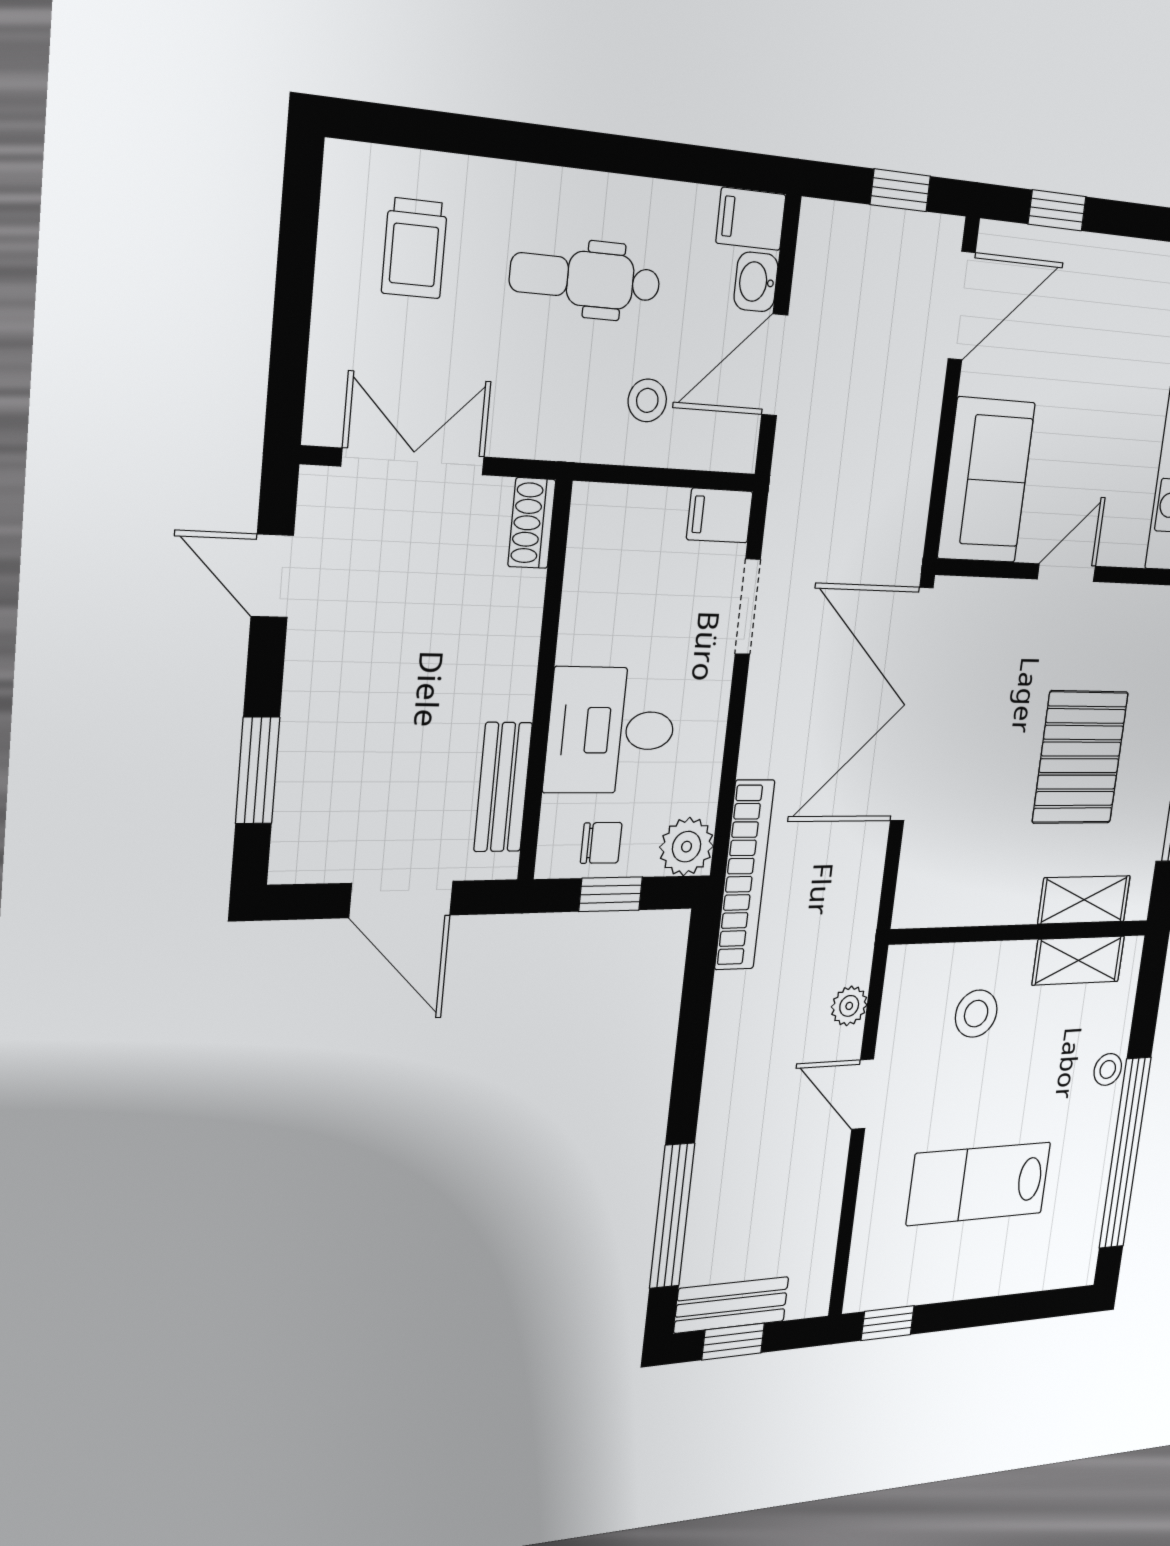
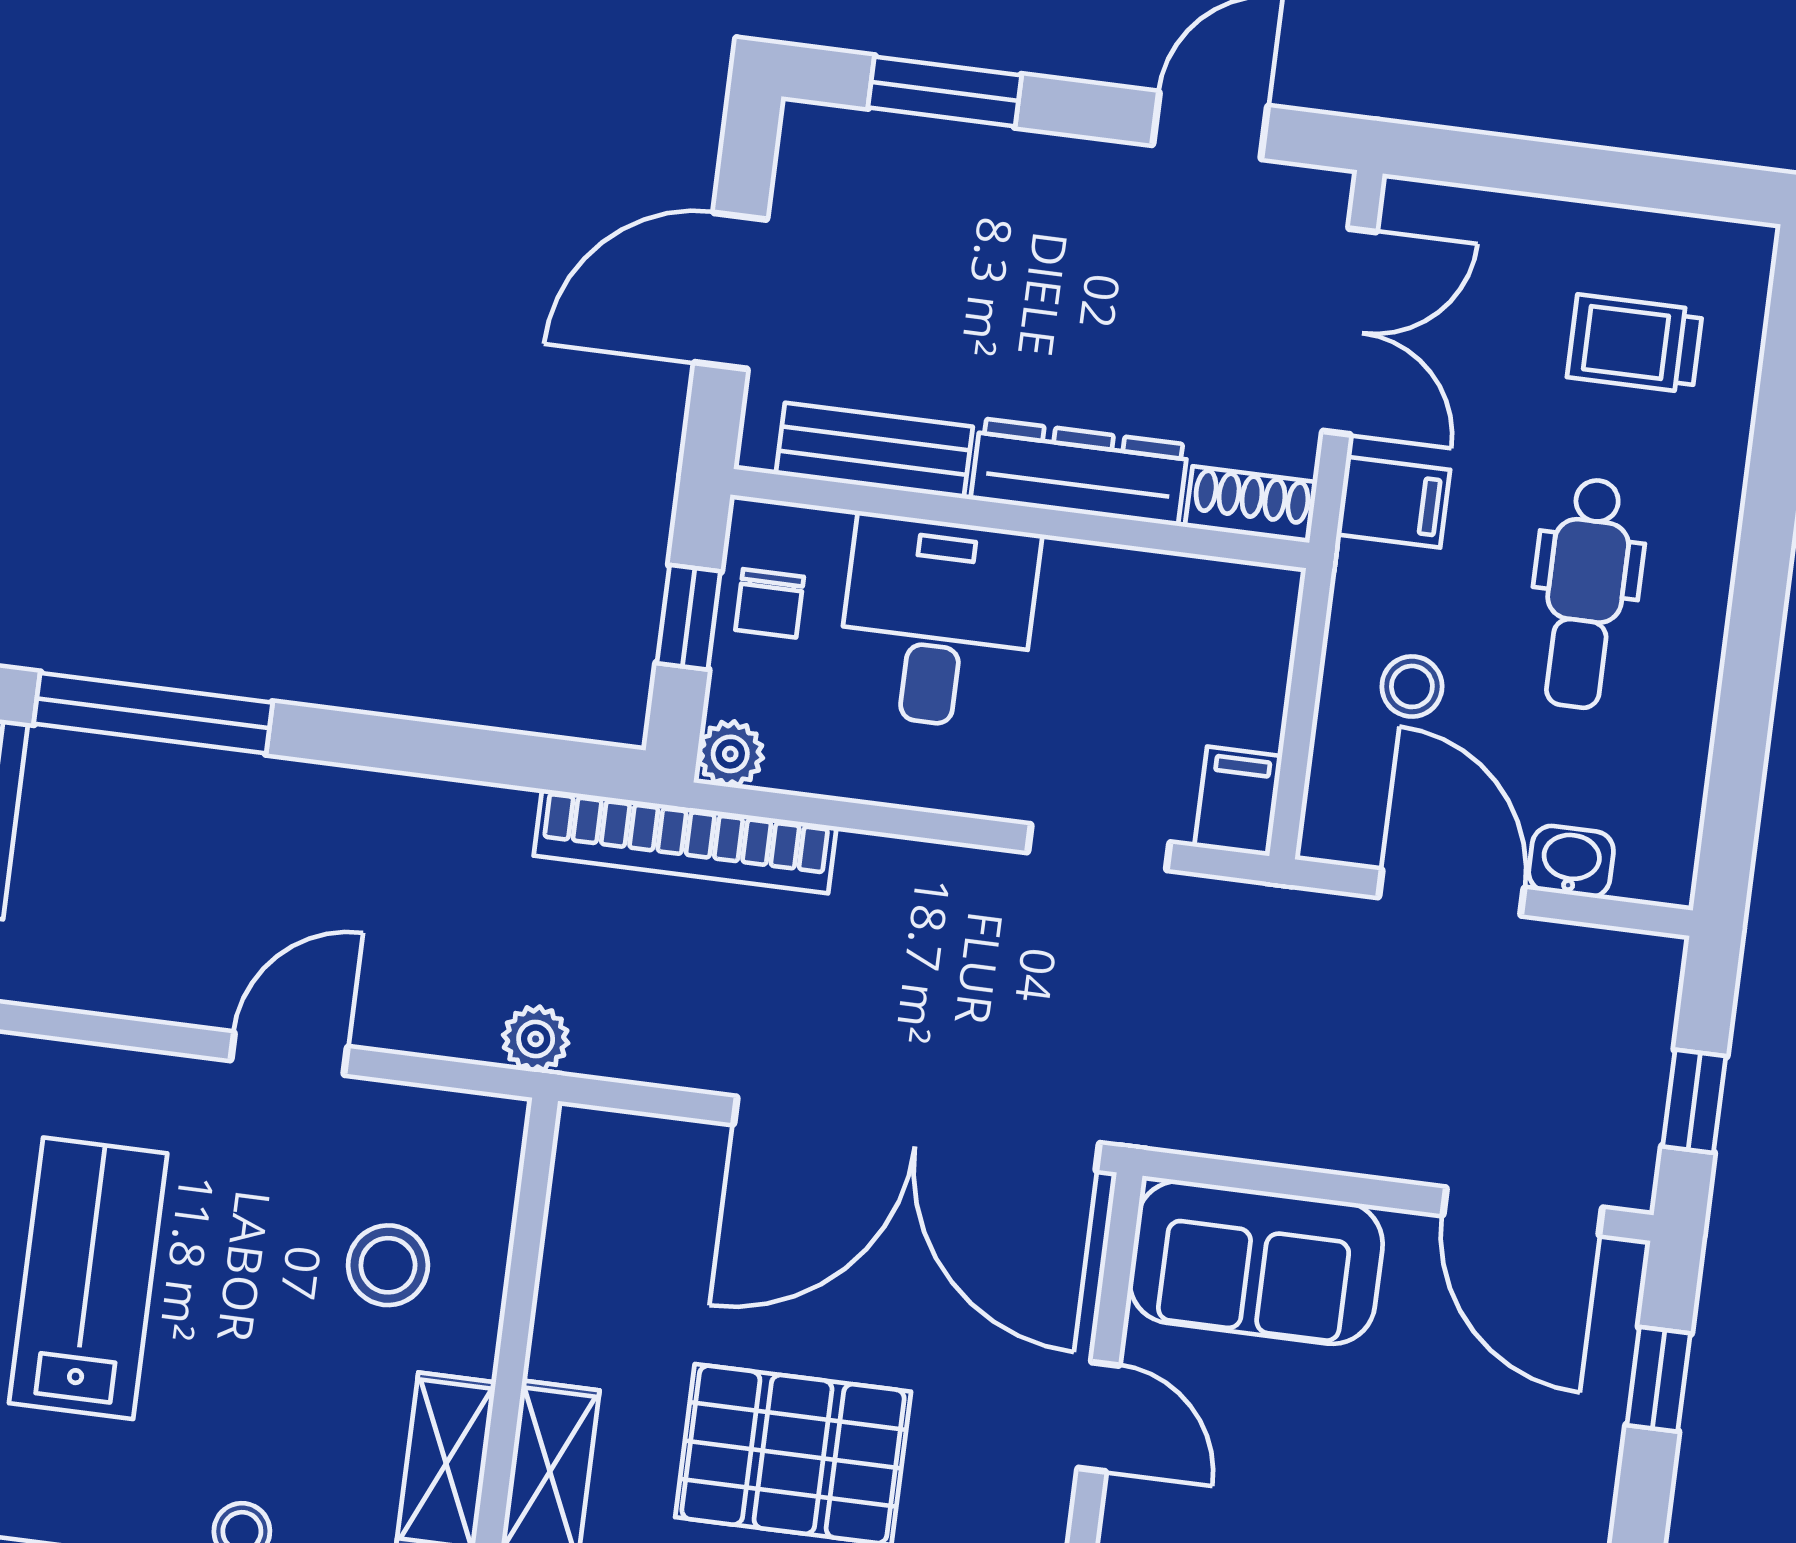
filing cabinet: (751, 219) -> (1393, 502), moved, turned 90
dental chair: (585, 279) -> (1585, 593), turned 180
dresser: (513, 645) -> (1079, 472), added
double door: (912, 705) -> (917, 1134), swing flipped
plant: (687, 847) -> (730, 754), width x0.73, depth x0.73
plant: (849, 1006) -> (536, 1039), moved

